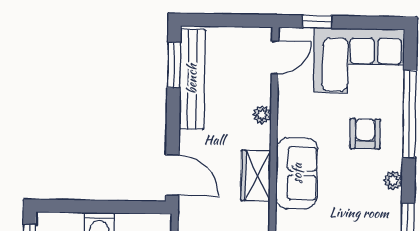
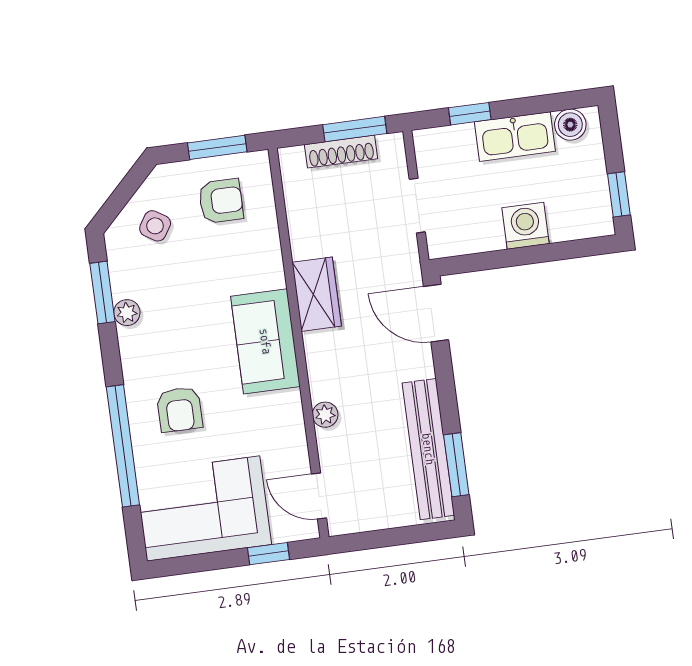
door: (275, 57) -> (319, 496), hinge flipped
wardrobe: (256, 176) -> (317, 294), moved
plant: (393, 180) -> (127, 313), moved

